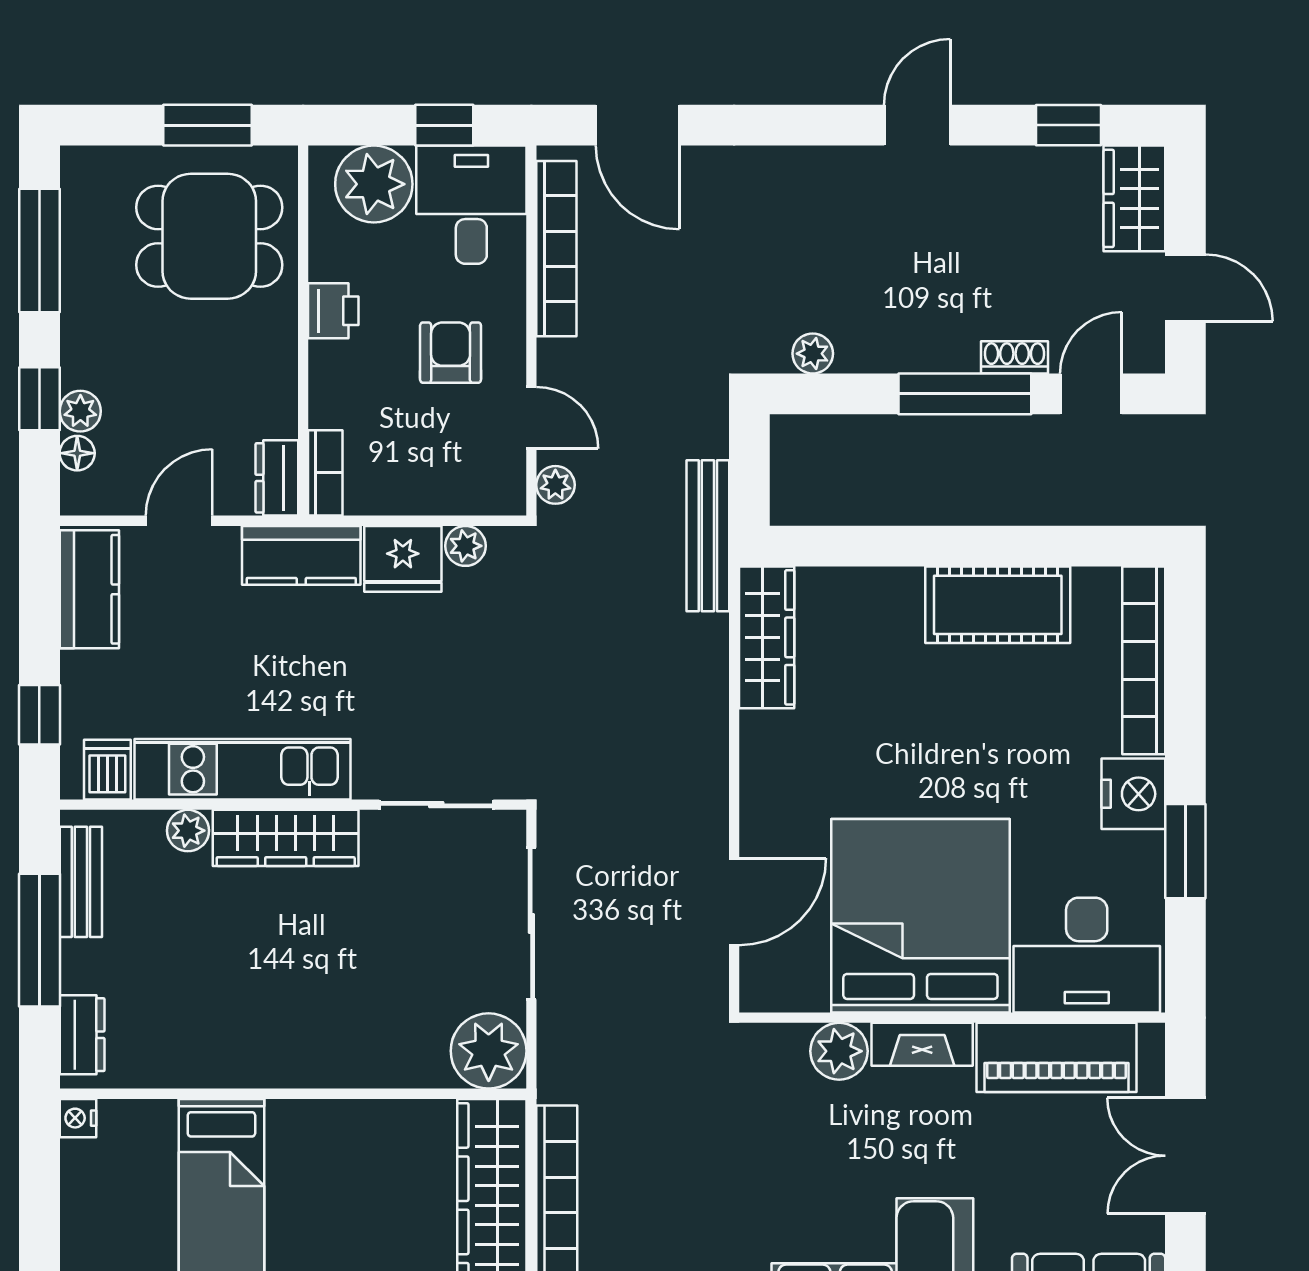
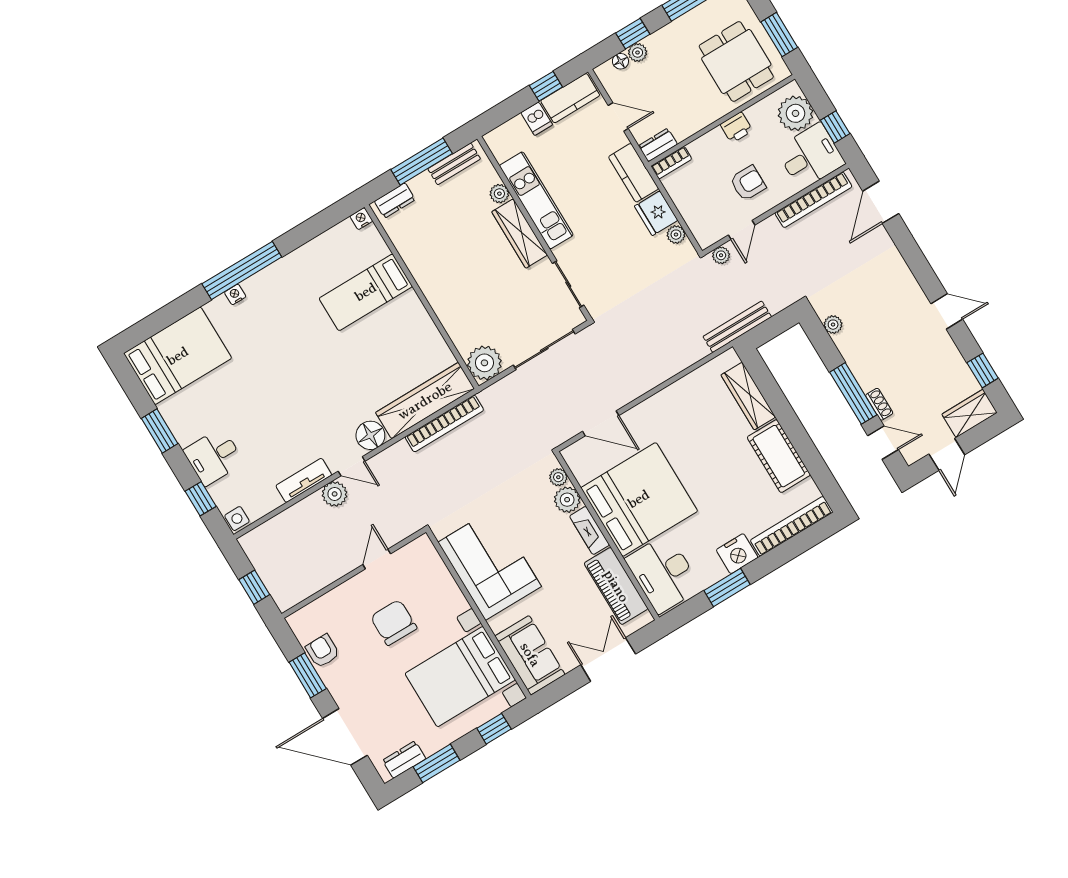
wardrobe: (767, 637) -> (748, 396), moved, turned 90
window: (39, 715) -> (546, 86), moved
dishwasher: (107, 770) -> (537, 119), moved, turned 90
plant: (787, 1042) -> (558, 477), added

